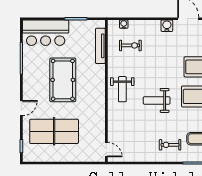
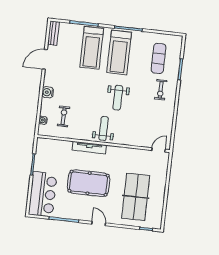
water cooler: (167, 26) -> (48, 92), moved
tv unit: (100, 46) -> (89, 148), moved
weight bench: (122, 89) -> (104, 128), turned -90
door: (21, 108) -> (99, 224), moved

